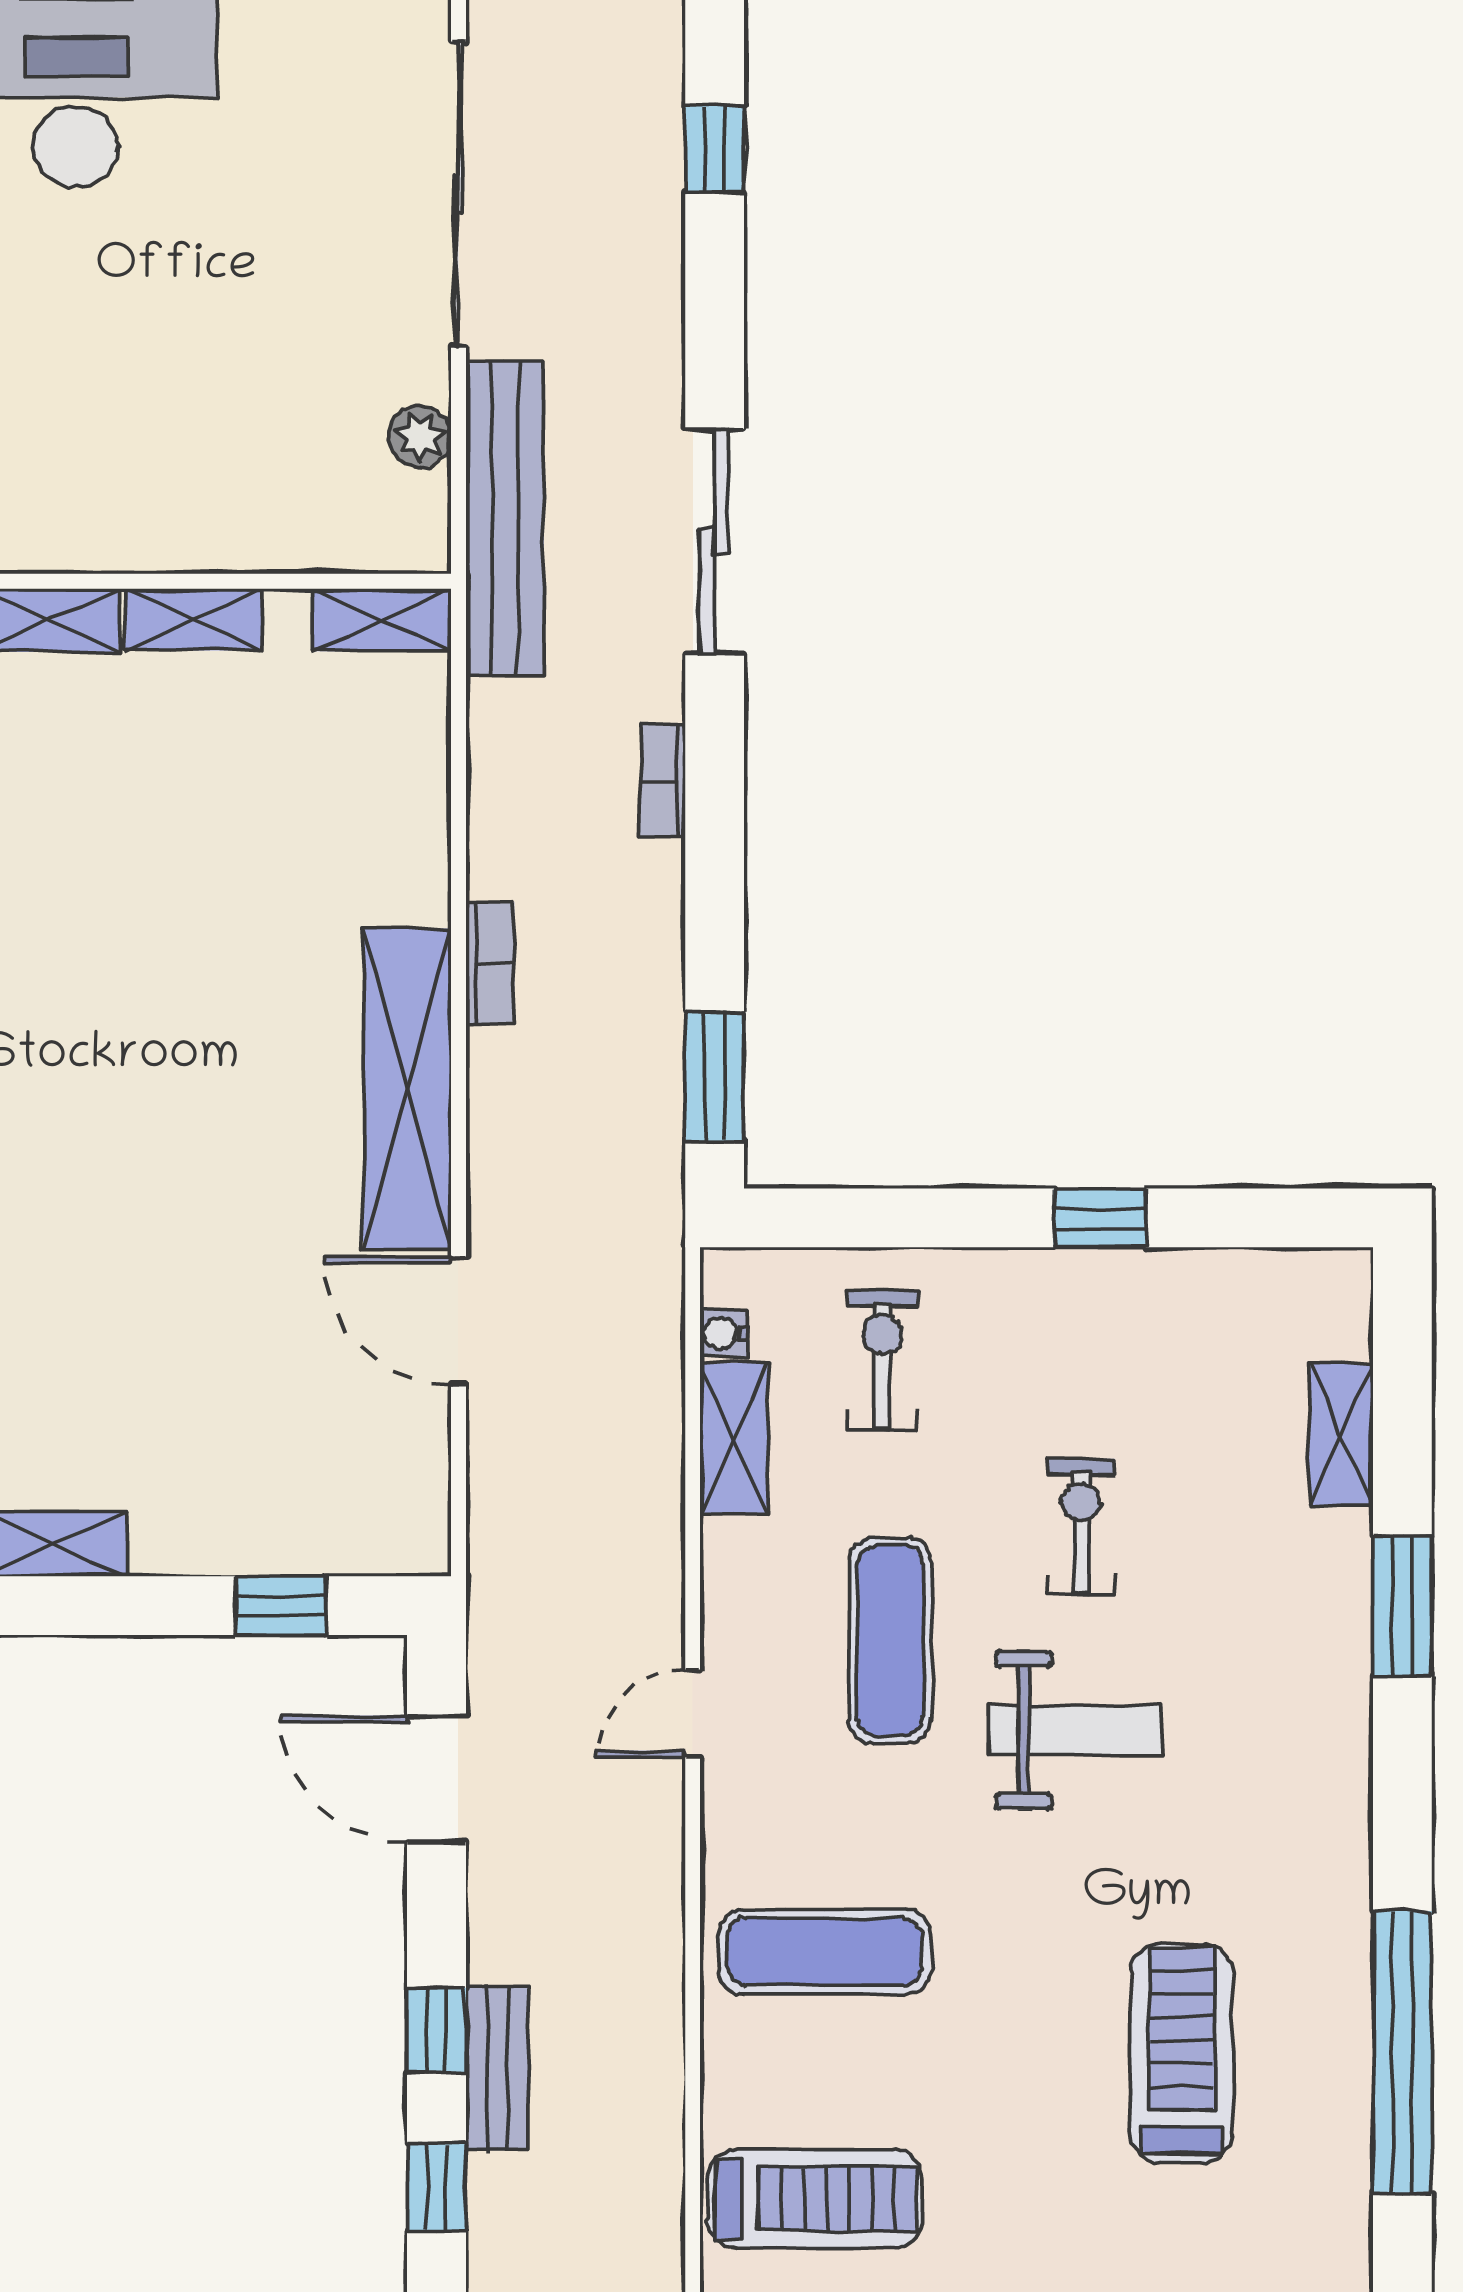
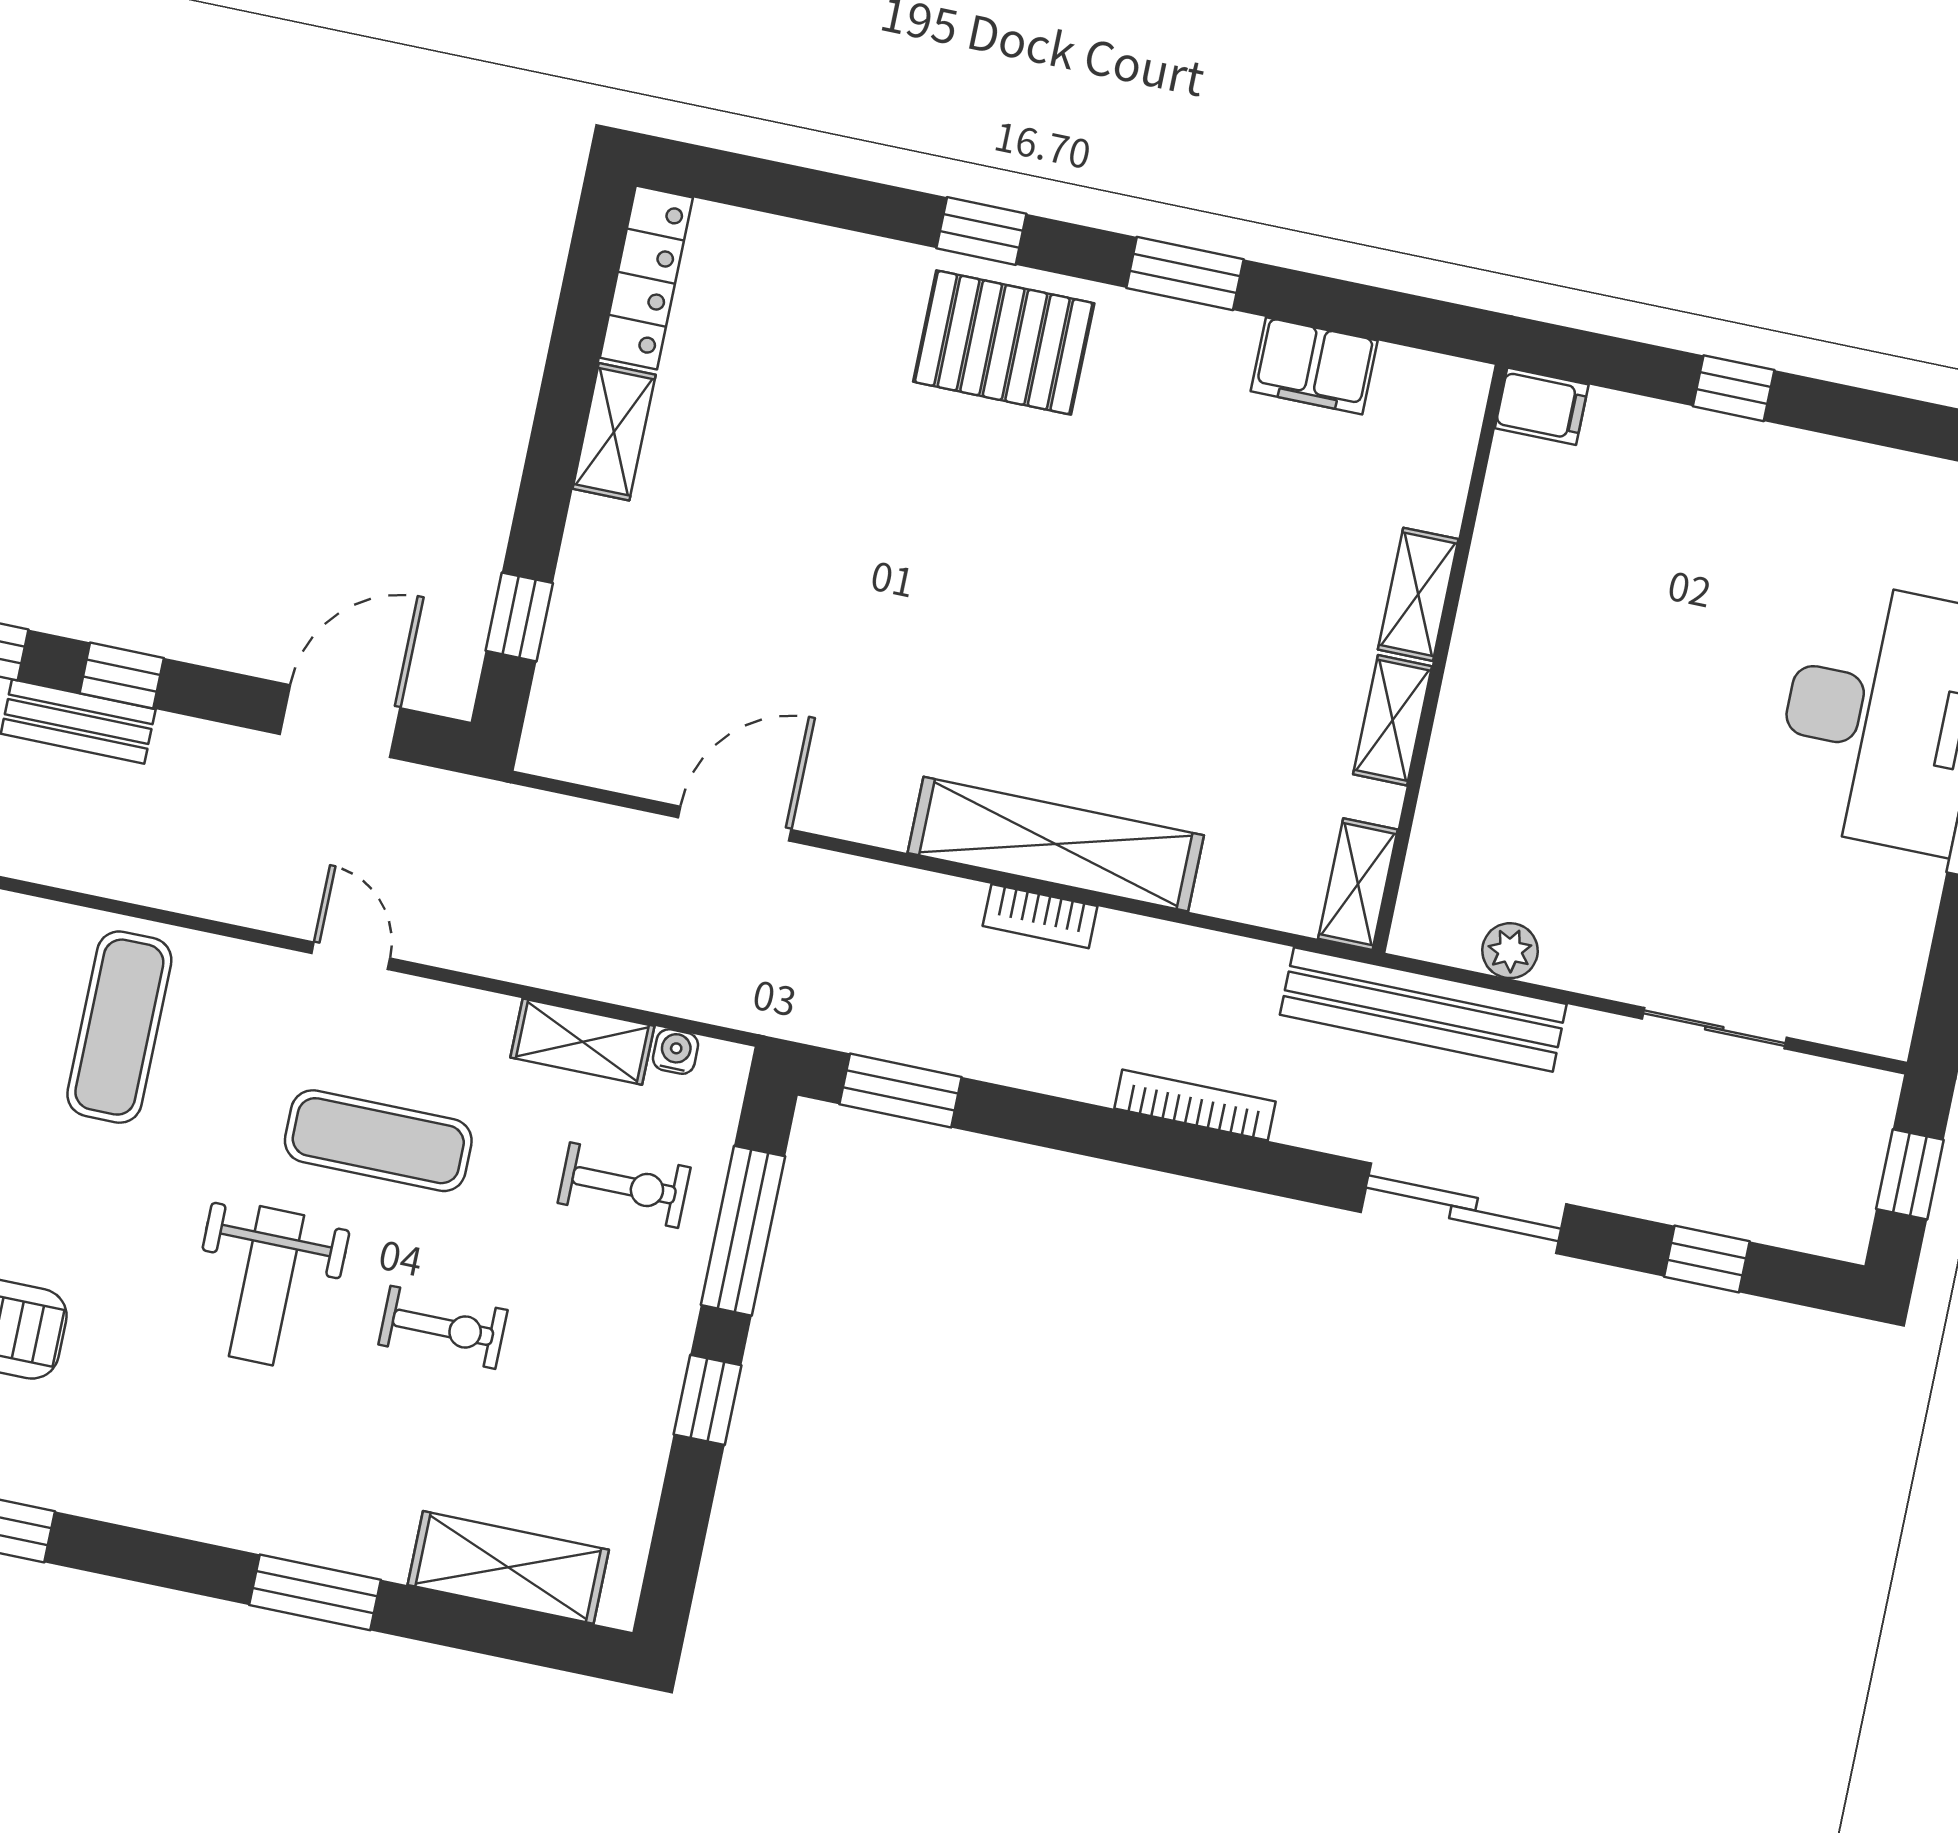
sliding door: (458, 194) -> (1714, 1028), width x0.54
sliding door: (715, 541) -> (1463, 1208), moved
bookcase: (663, 780) -> (1195, 1105), width x1.56
shelving: (407, 1090) -> (1056, 844), moved
window: (905, 1218) -> (743, 1231), added
shelving: (1341, 1434) -> (508, 1567), width x1.50, depth x1.33

